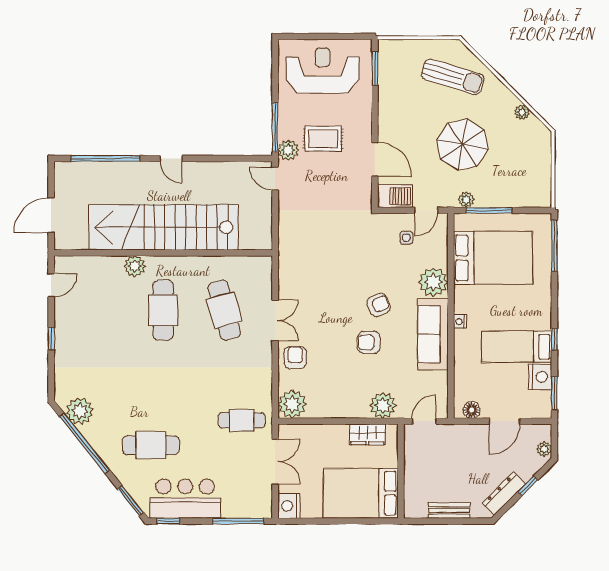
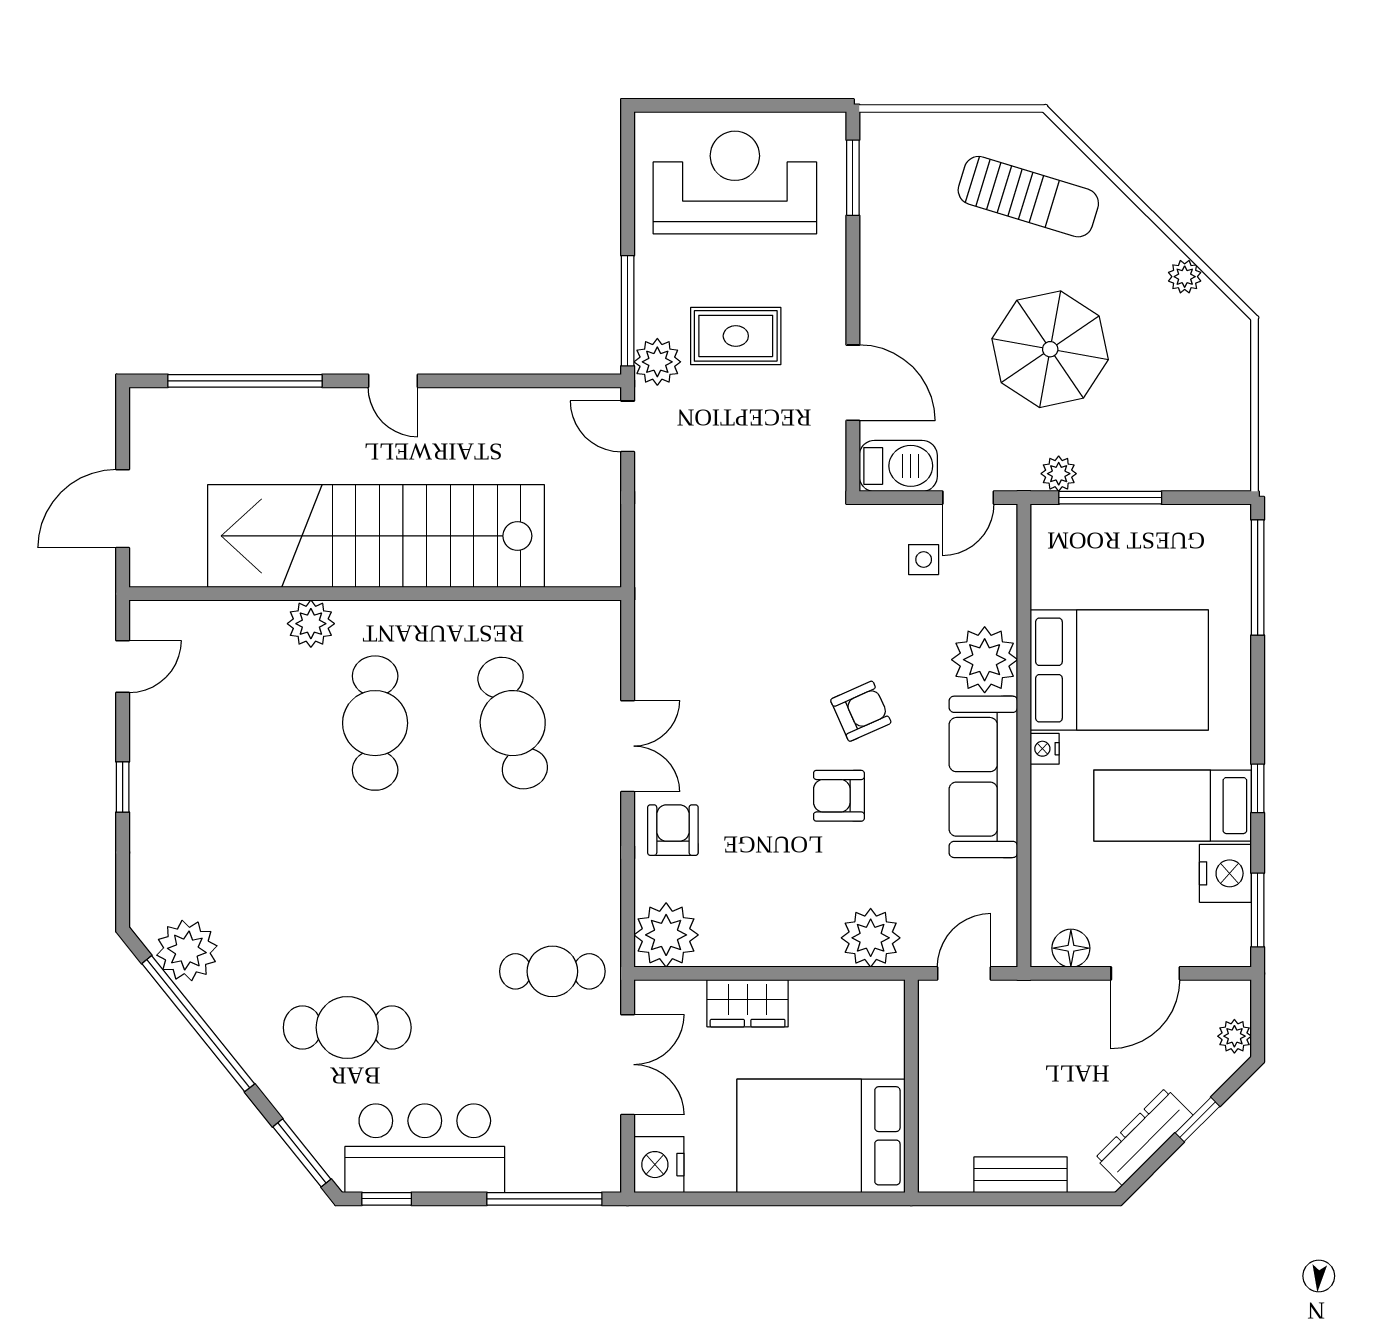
bed: (493, 258) -> (1119, 670), moved
wardrobe: (367, 434) -> (748, 1003), moved

